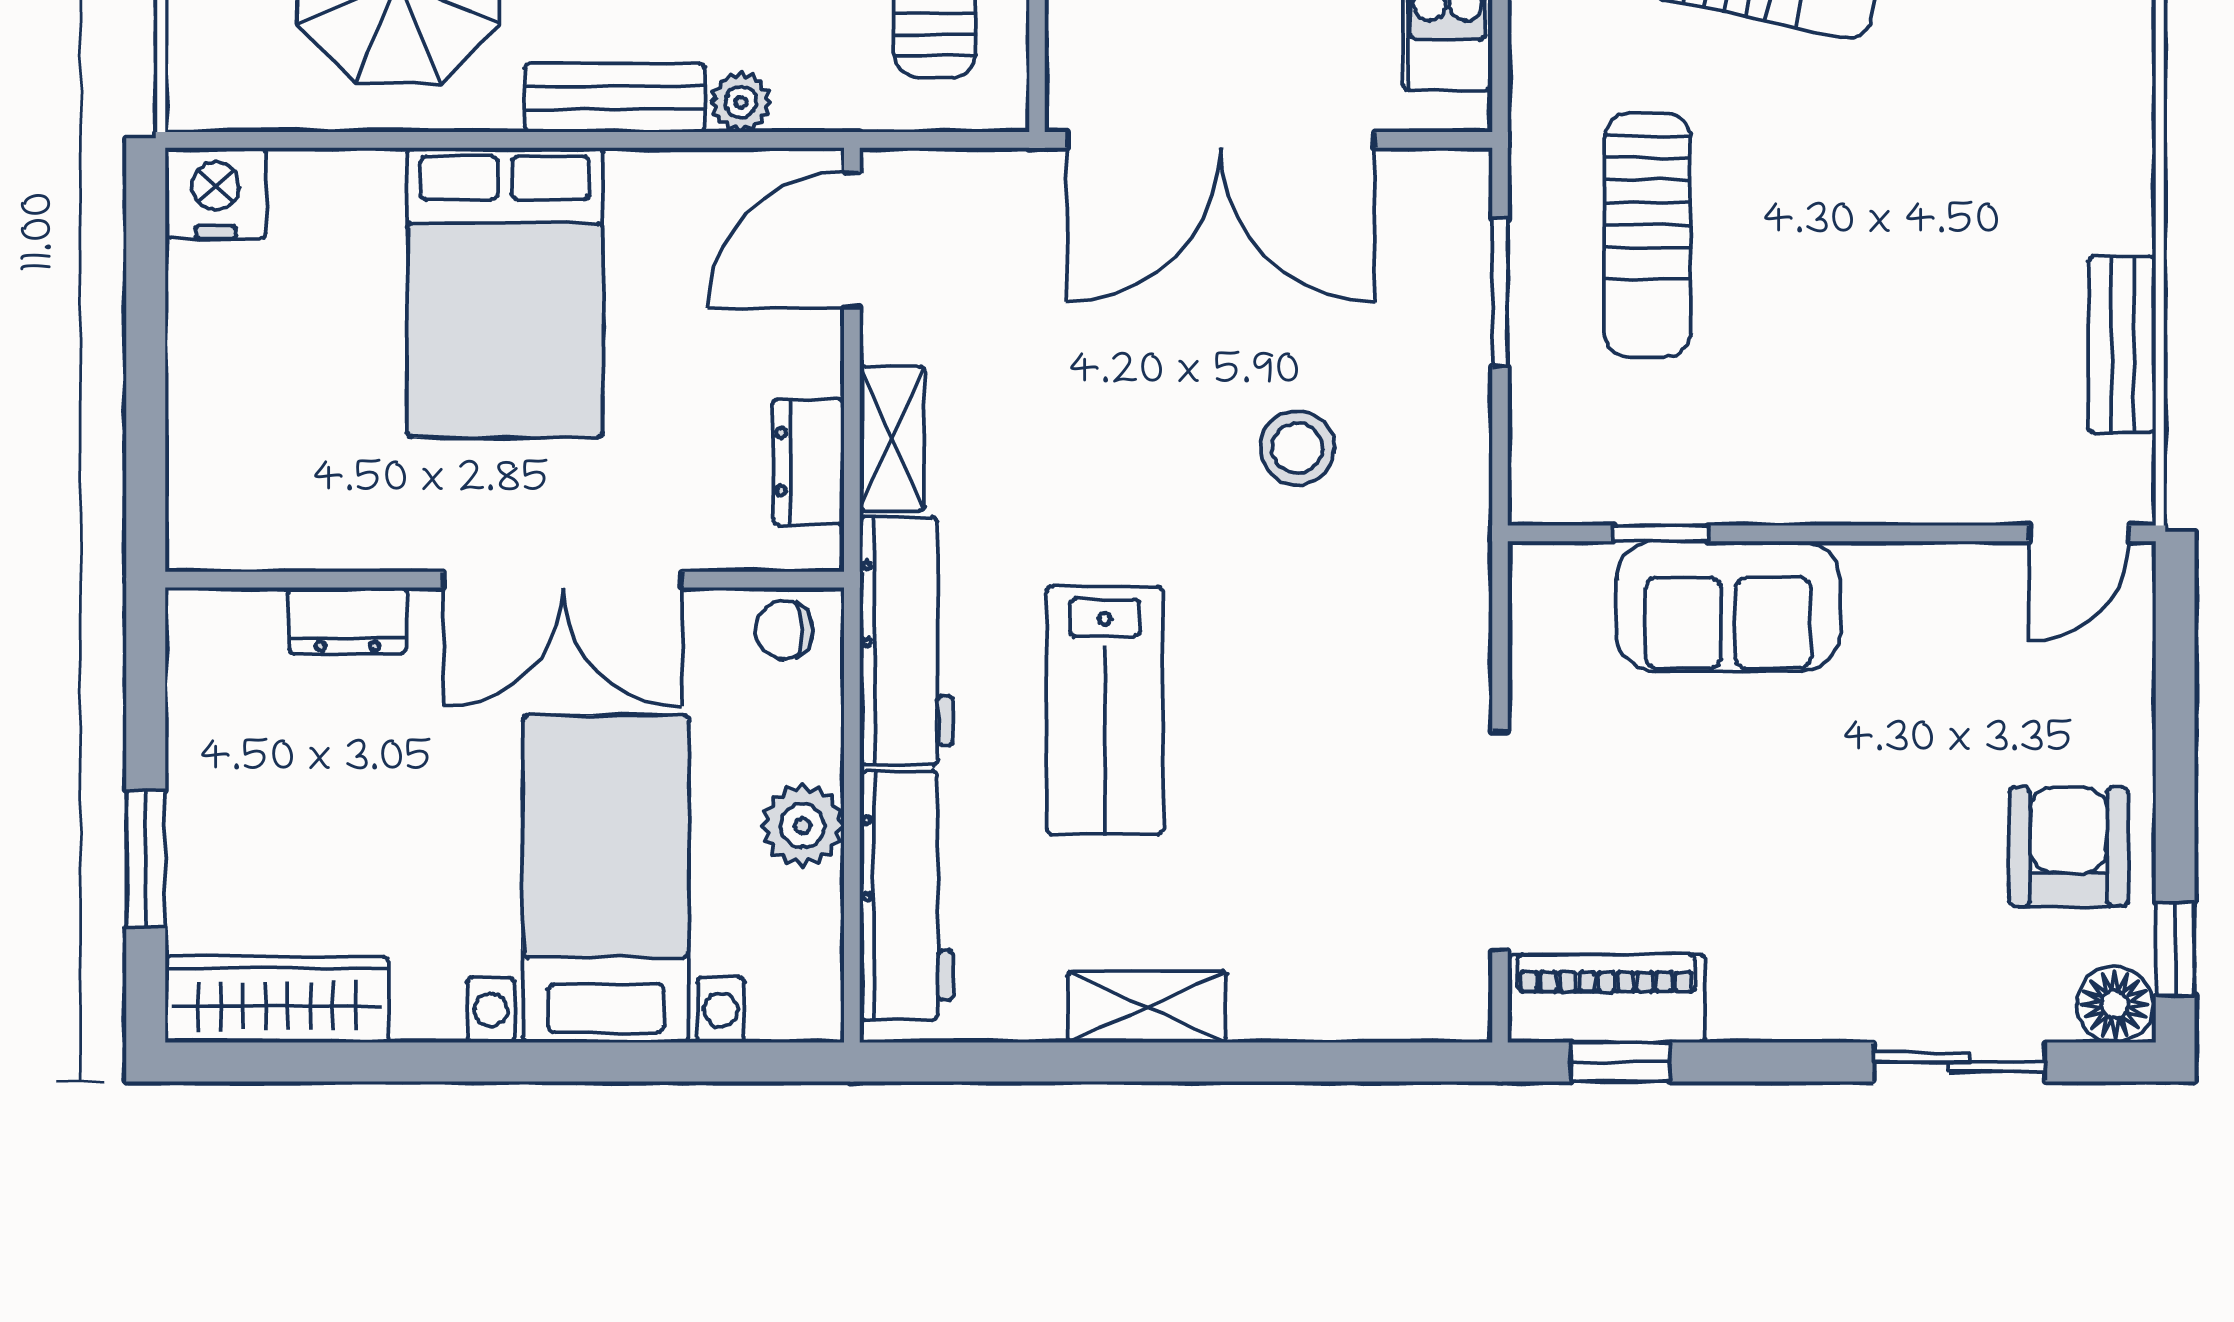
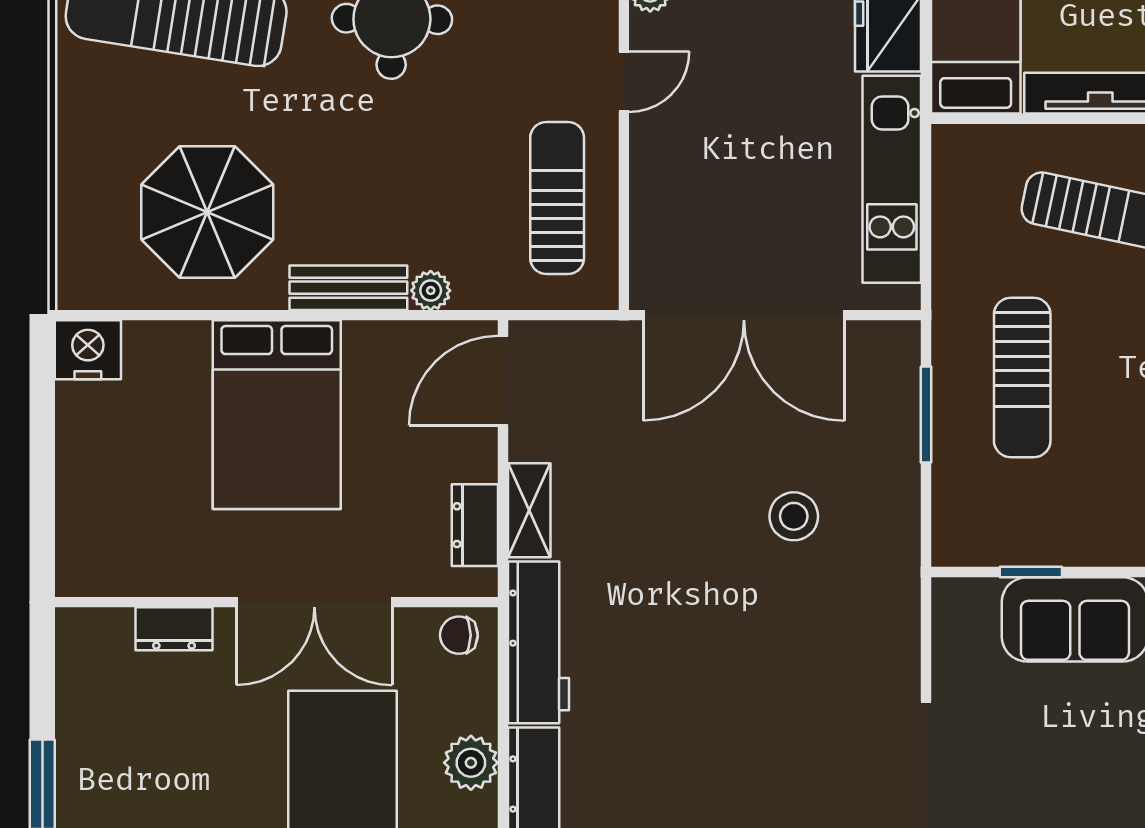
lab bench: (1105, 711) -> (668, 688), removed

